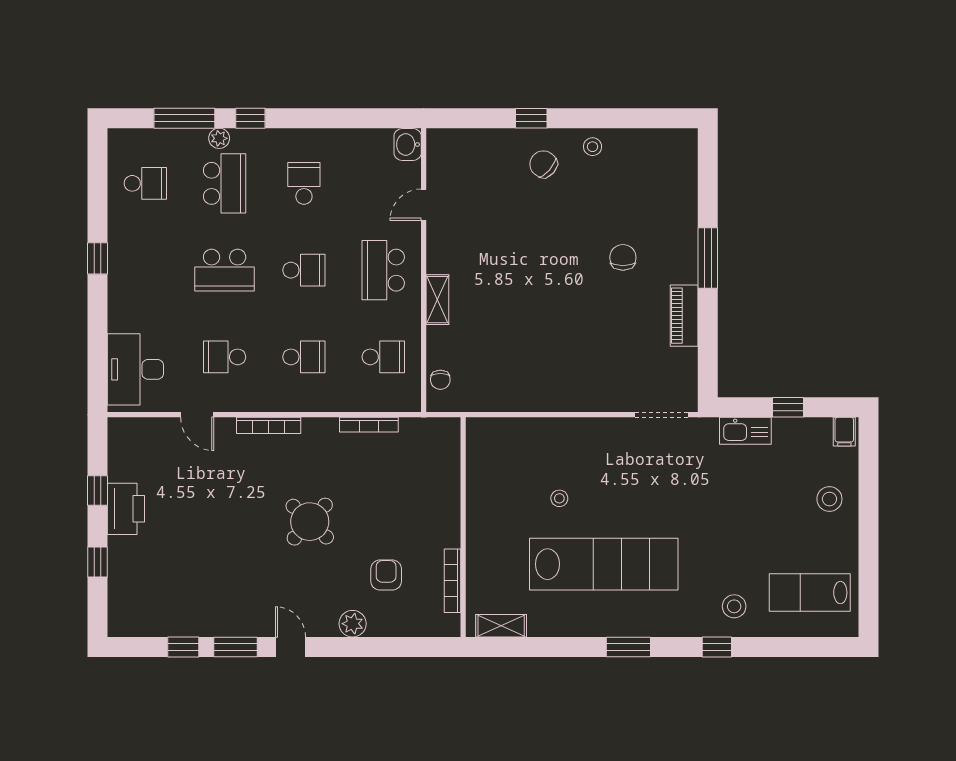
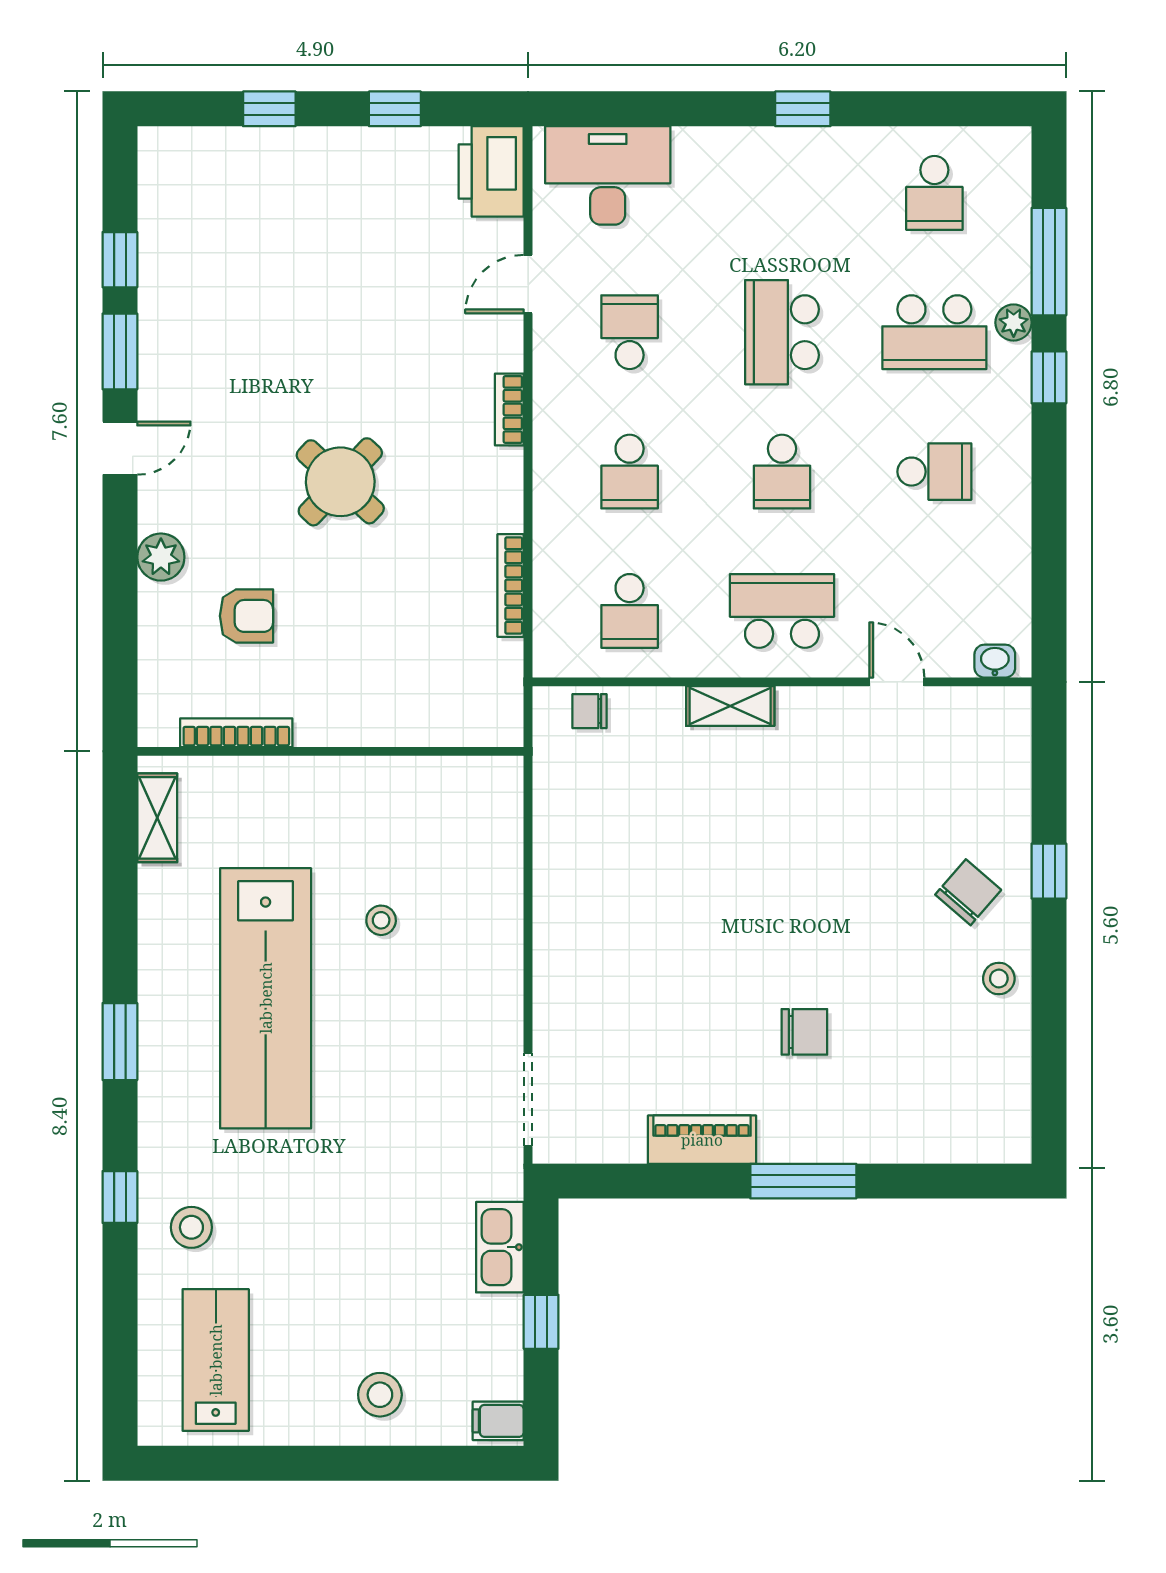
washbasin: (408, 145) -> (995, 661), width x0.72, depth x0.69
bookcase: (269, 425) -> (509, 410), width x0.64
printer: (126, 509) -> (491, 171), moved, turned 90

